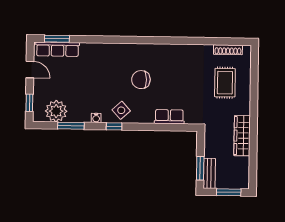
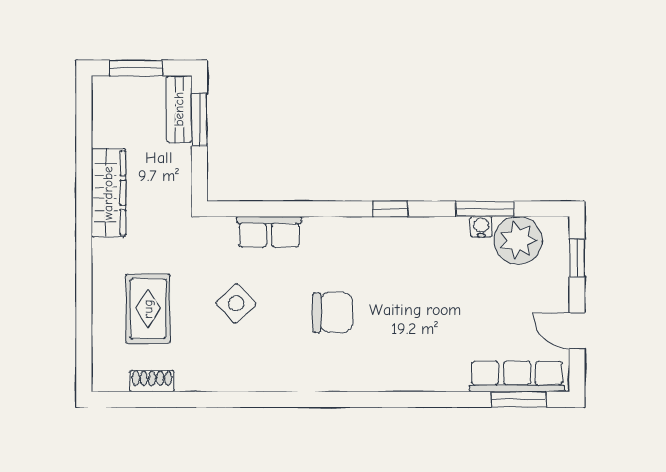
shoe rack: (228, 50) -> (152, 381), width x0.70
side table: (121, 110) -> (236, 304), moved
water cooler: (96, 118) -> (481, 227), moved

